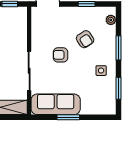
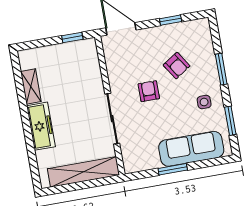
plant: (111, 20) -> (205, 35), removed
armchair: (61, 55) -> (149, 91), turned 90
sofa: (56, 104) -> (191, 149), moved

